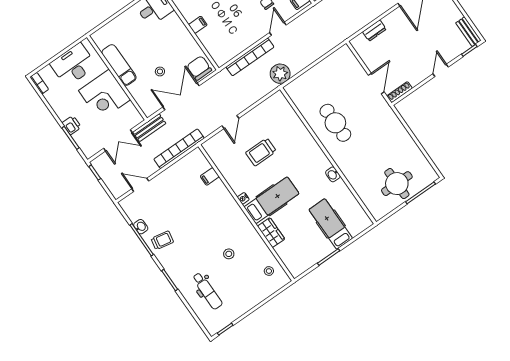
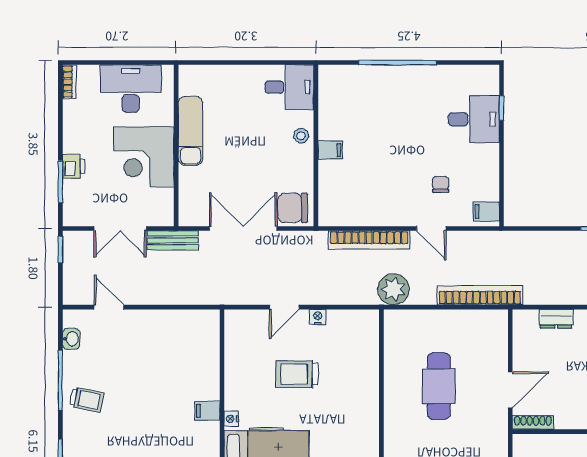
door: (278, 29) -> (431, 228), swing flipped
chair: (199, 68) -> (293, 208), turned -90
stool: (160, 71) -> (301, 136), moved
nightstand: (251, 115) -> (318, 317), added
cafe table: (335, 123) -> (439, 386), moved
bookcase: (179, 149) -> (480, 295), moved
filing cabinet: (210, 176) -> (207, 411), moved
washbasin: (141, 227) -> (71, 339), moved

